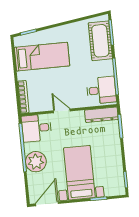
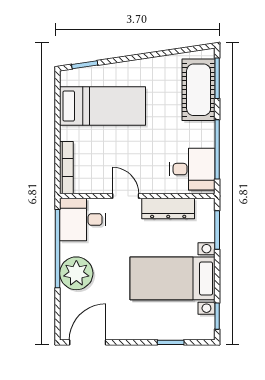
dresser: (101, 115) -> (168, 209), moved
bed with nightstands: (79, 173) -> (173, 278), moved, turned -90

